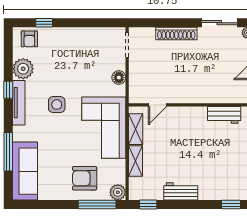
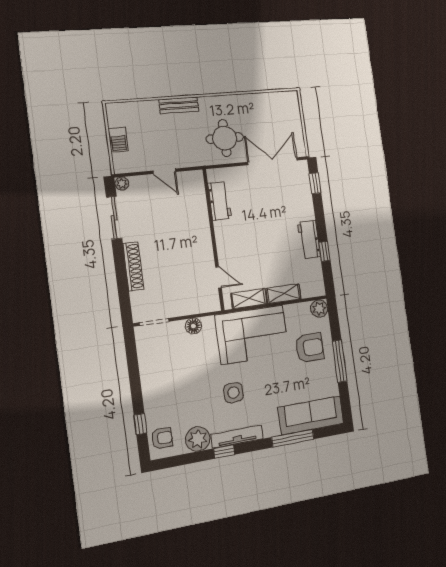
armchair: (85, 178) -> (310, 348), turned -90
window: (97, 205) -> (340, 361), moved
window: (148, 205) -> (324, 251), moved

